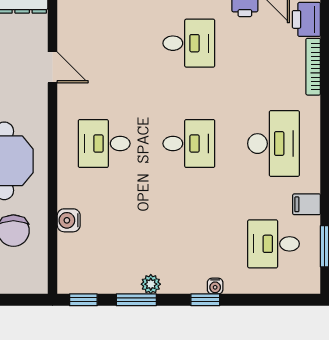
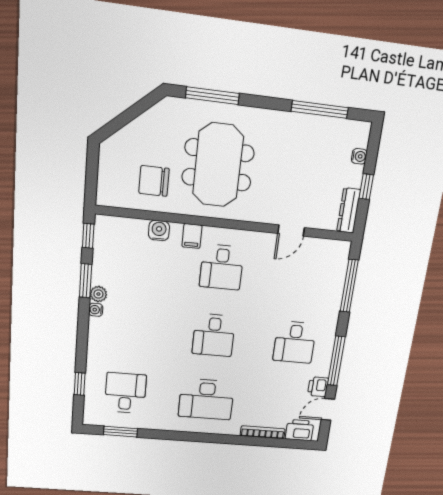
desk: (104, 144) -> (222, 267), turned 180
filing cabinet: (307, 204) -> (192, 236), moved, turned 180
water cooler: (215, 286) -> (96, 310), moved
window: (205, 300) -> (80, 384), moved

